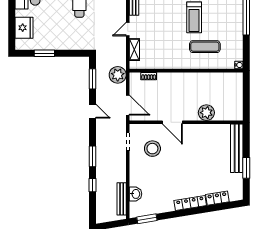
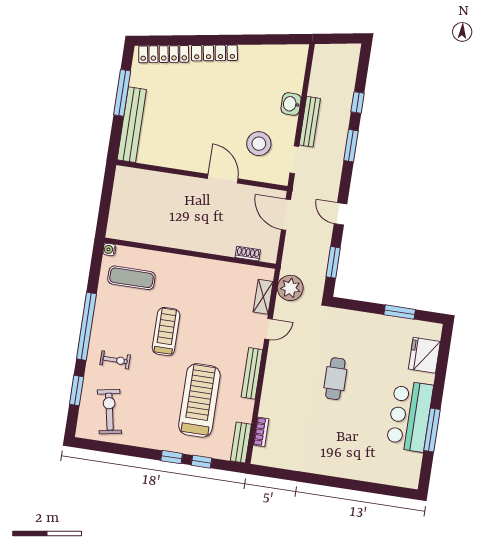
exercise mat: (205, 47) -> (131, 278), moved
plant: (118, 75) -> (290, 288), moved
plant: (206, 113) -> (169, 185), removed
window: (246, 168) -> (122, 93), width x1.44
washbasin: (135, 194) -> (291, 104), moved
locker: (217, 198) -> (164, 54), width x1.53
bench: (122, 199) -> (310, 122), moved
window: (147, 219) -> (283, 39), removed

